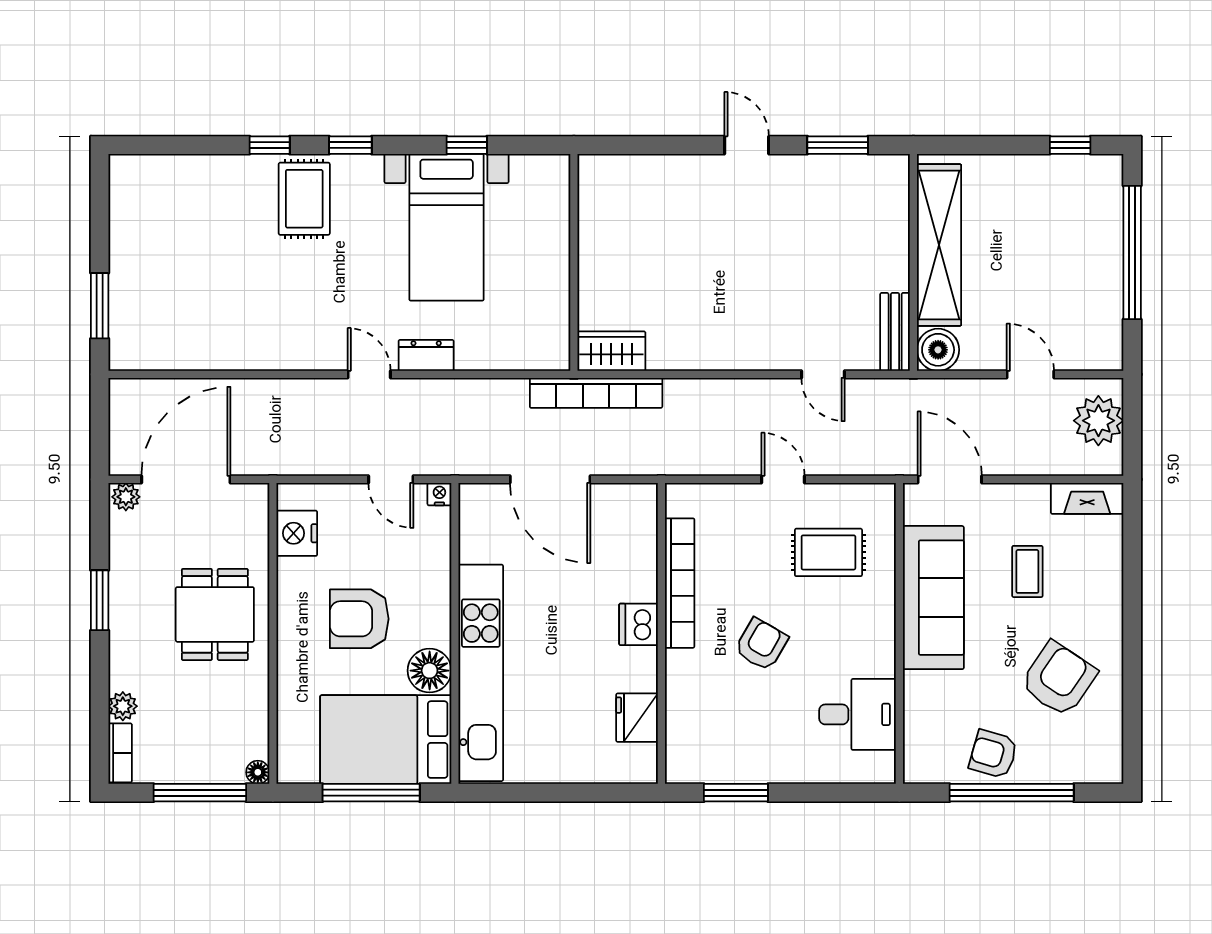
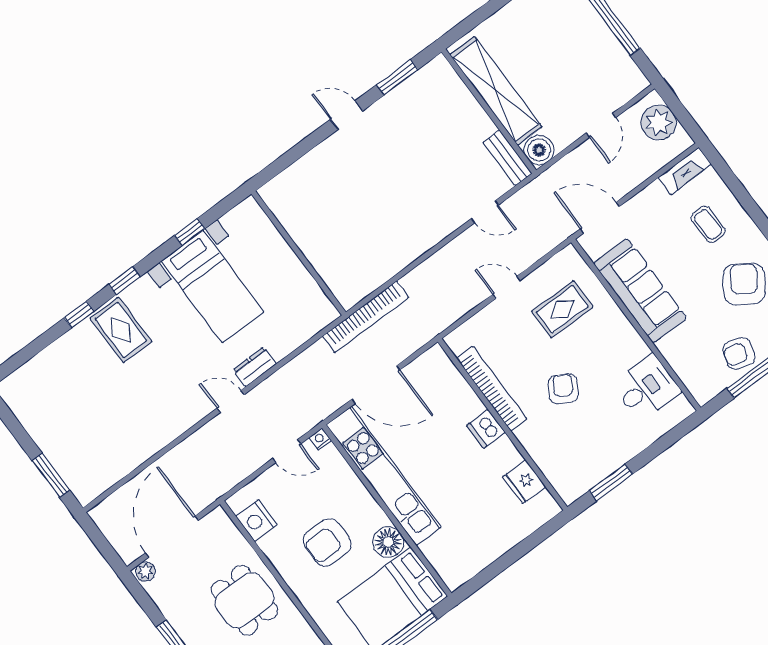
wardrobe: (611, 351) -> (357, 287), removed
door: (1030, 374) -> (601, 125), swing flipped
coffee table: (1027, 571) -> (708, 224), moved
kitchen unit: (481, 673) -> (384, 476), moved

